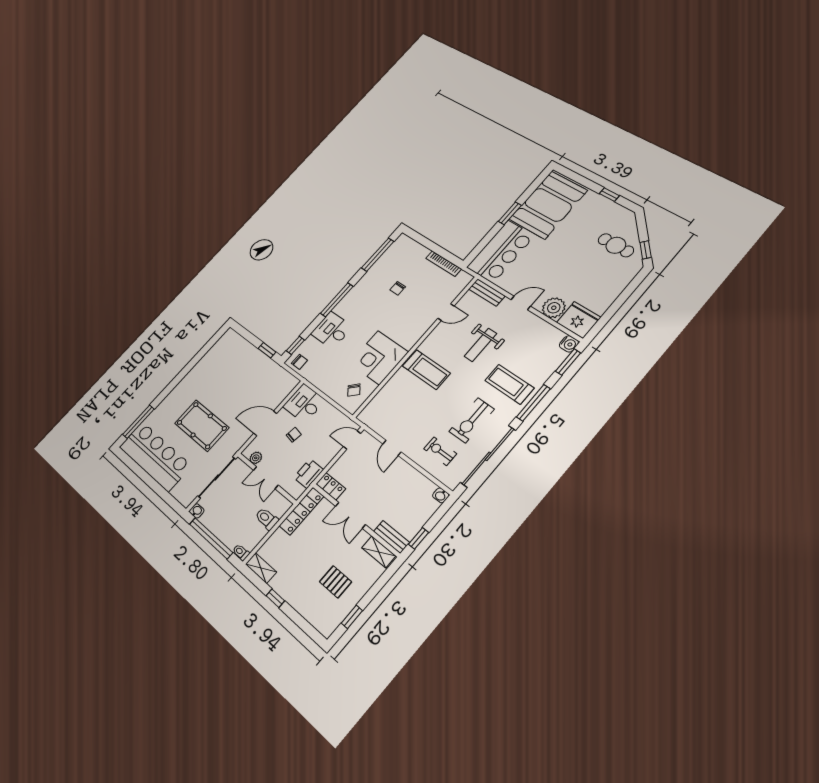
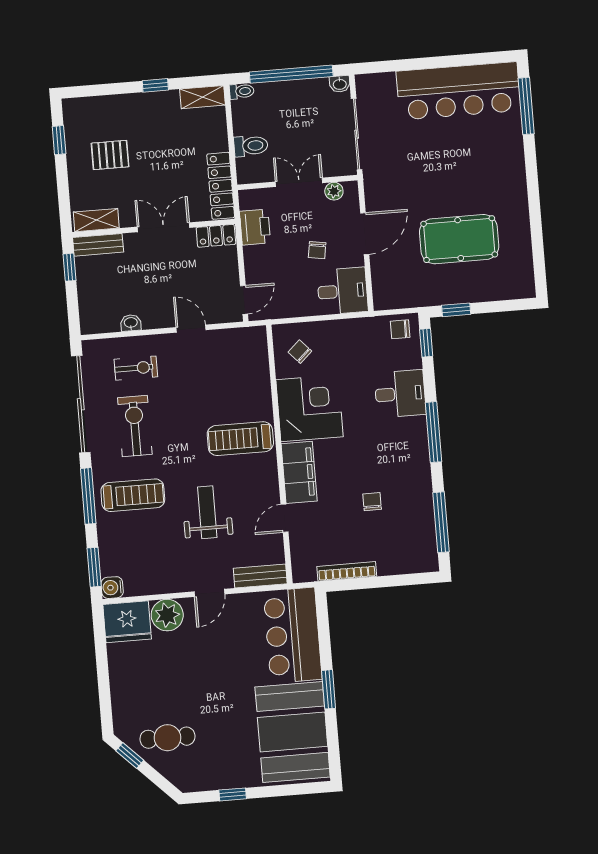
filing cabinet: (416, 330) -> (299, 472), added
pool table: (202, 425) -> (459, 239), moved
washbasin: (441, 495) -> (131, 323), moved

